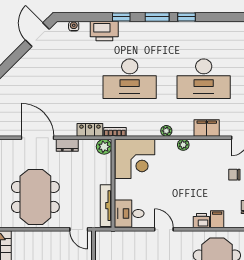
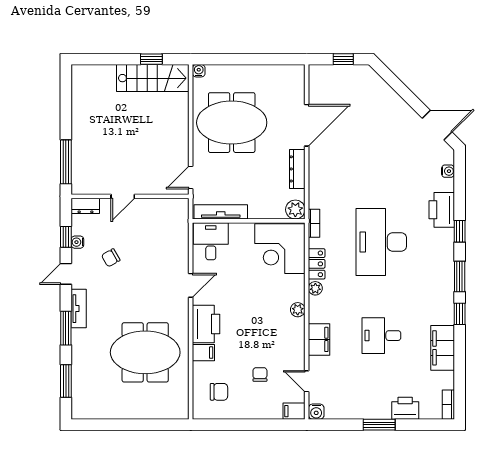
filing cabinet: (213, 30) -> (443, 348), added
desk: (204, 79) -> (381, 336), width x0.53, depth x0.77
locker: (90, 130) -> (317, 264), moved
dresser: (67, 145) -> (297, 169), width x1.44
printer: (201, 221) -> (206, 324), width x1.87, depth x1.48

